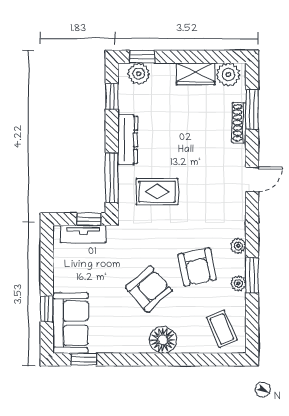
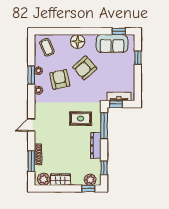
sofa: (70, 323) -> (112, 44), moved, turned -90

